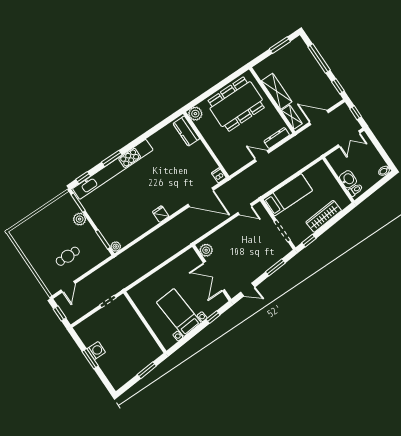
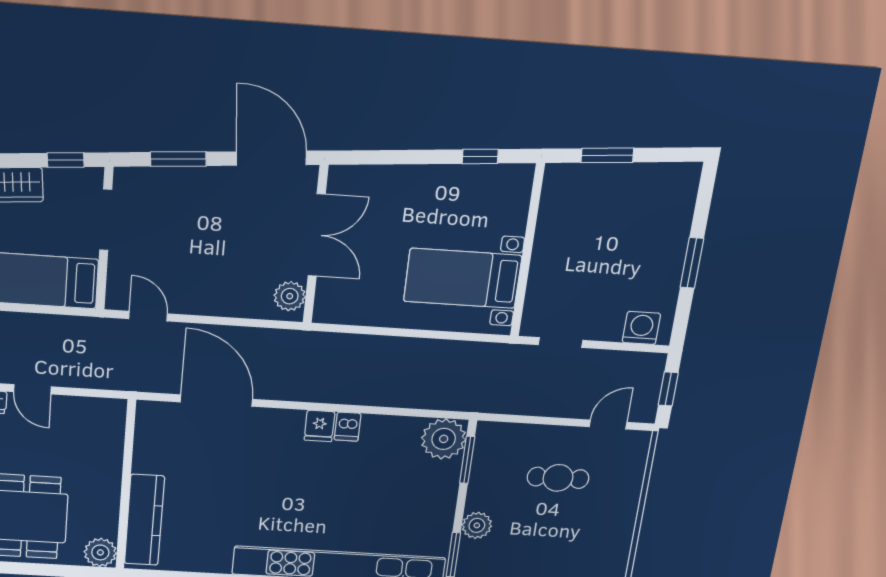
kitchen counter: (186, 131) -> (144, 520), width x1.50
dishwasher: (219, 175) -> (348, 427), moved
plant: (116, 247) -> (444, 439), width x1.87, depth x1.87
door: (248, 290) -> (271, 158), width x1.87
bed with nightstands: (179, 313) -> (463, 278), moved, turned 95
window: (213, 317) -> (480, 156), moved
washing machine: (96, 351) -> (641, 328), moved, turned 90

